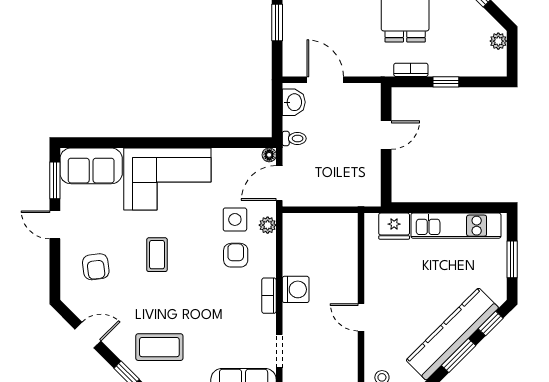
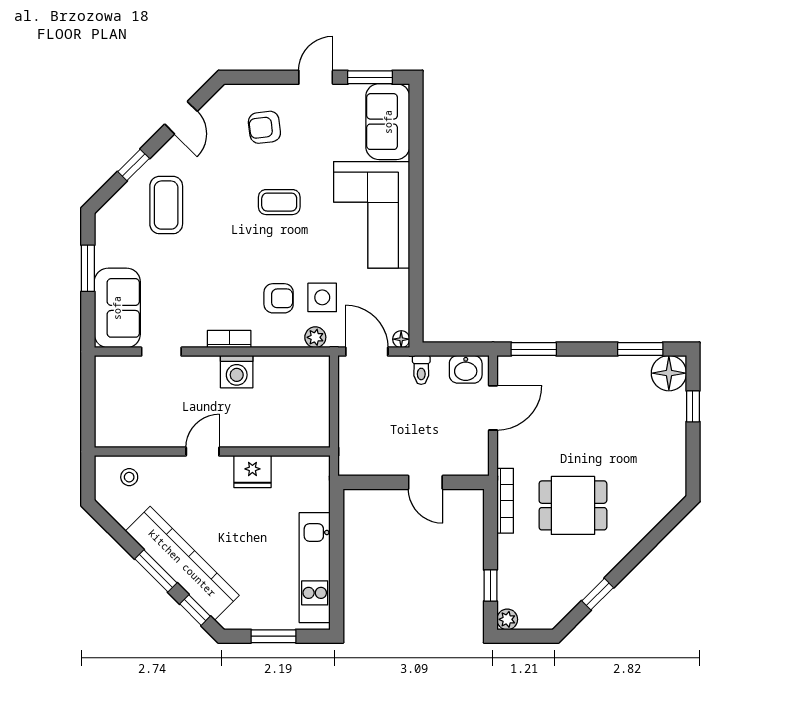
window: (277, 22) -> (534, 349), moved
plant: (498, 41) -> (507, 619), moved
bookcase: (411, 70) -> (505, 501), width x1.56
window: (446, 82) -> (490, 586), moved
fridge: (394, 226) -> (252, 472), moved, turned -90

